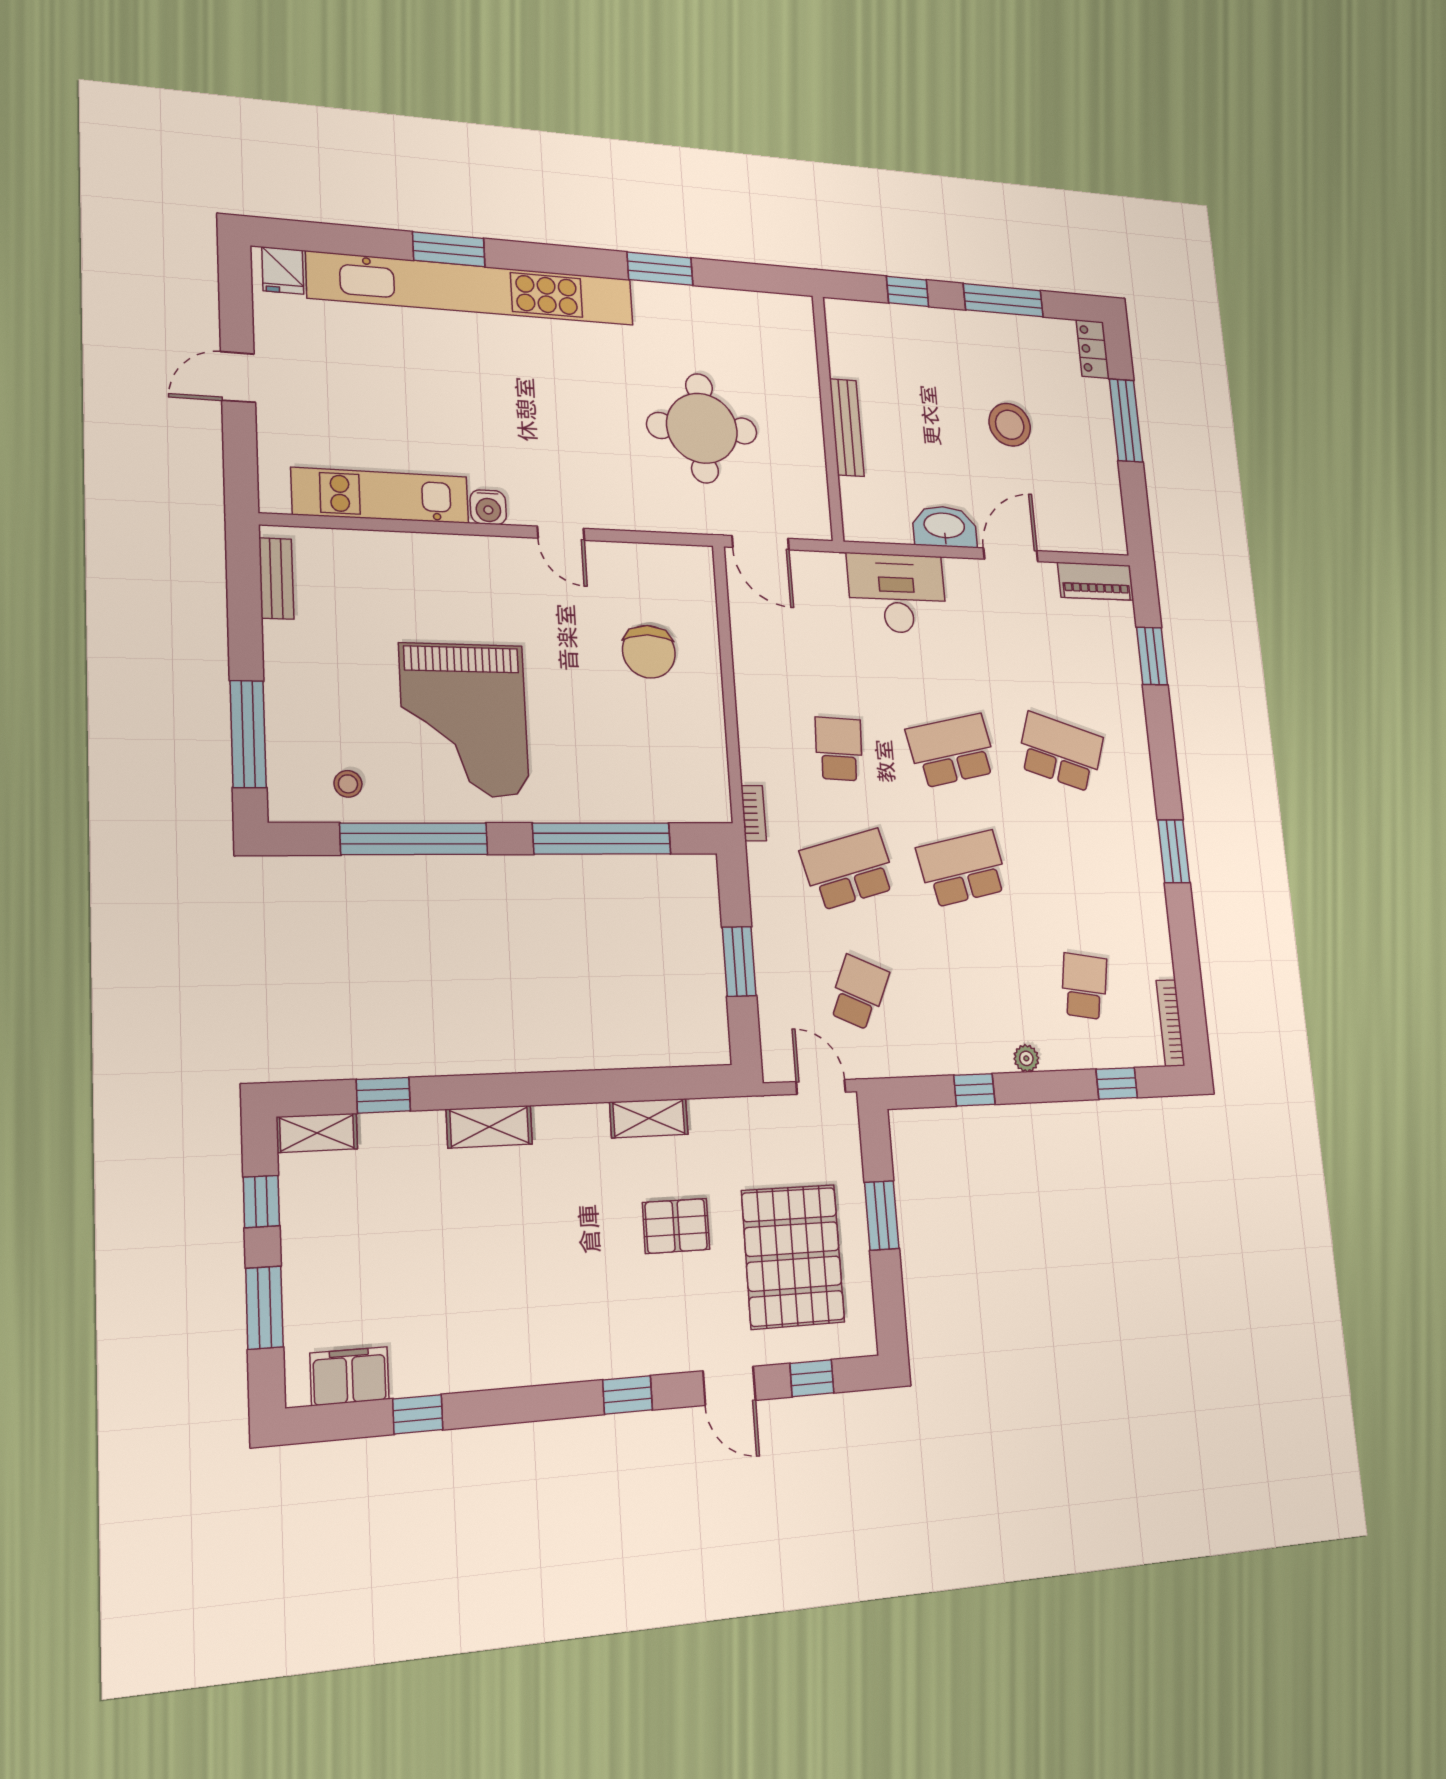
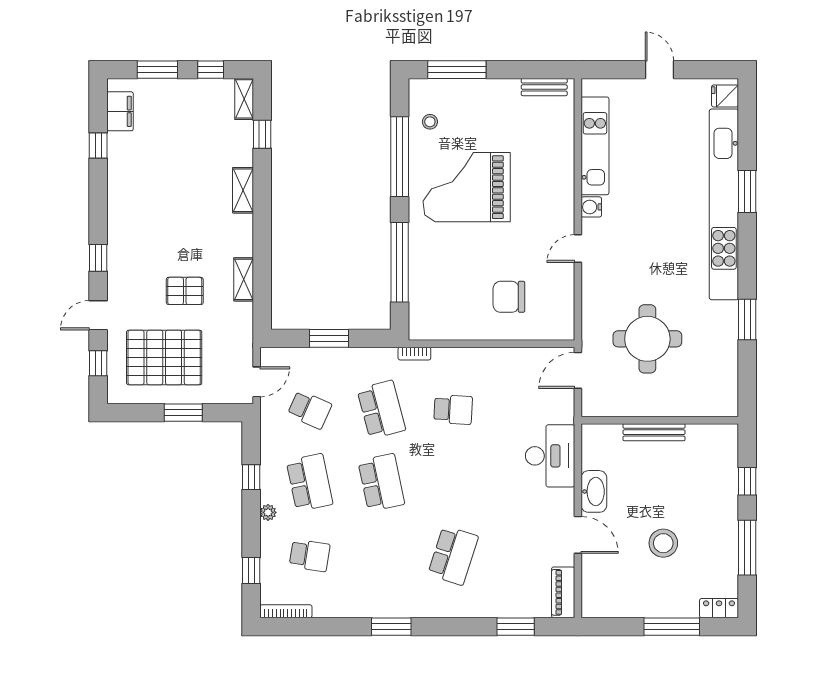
school desk: (952, 751) -> (310, 482), moved
pallet: (676, 1226) -> (185, 291), turned 90

